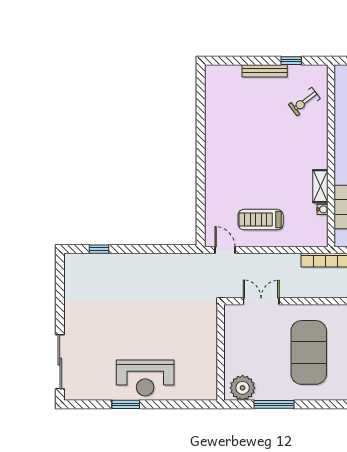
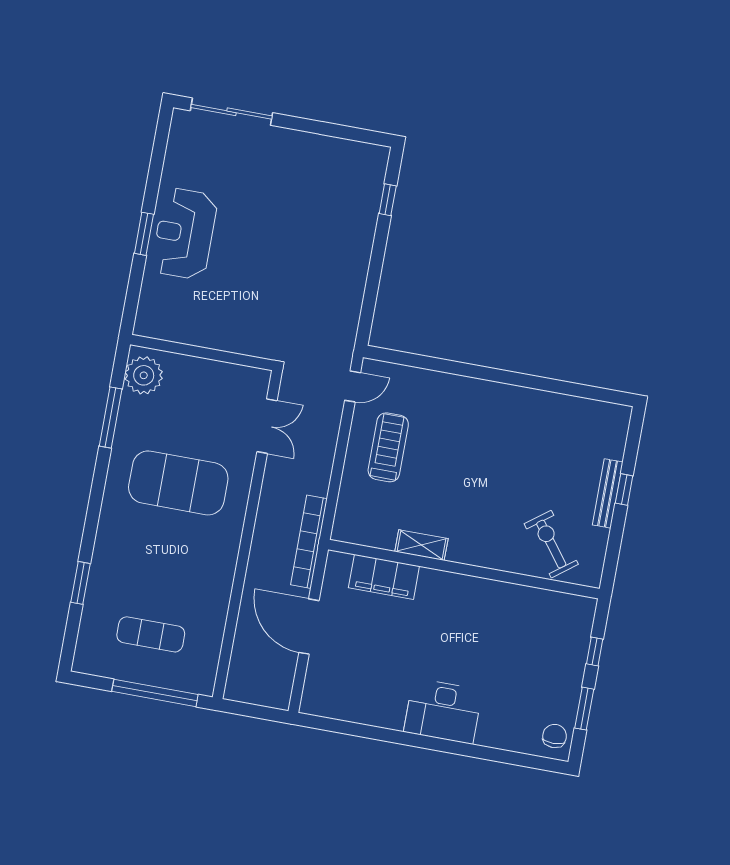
window: (291, 61) -> (624, 489), moved
exercise bike: (304, 102) -> (551, 544), width x1.38, depth x1.39
water cooler: (323, 209) -> (387, 542), removed
window: (126, 404) -> (144, 234), moved

